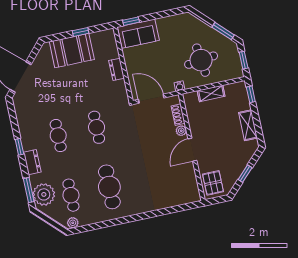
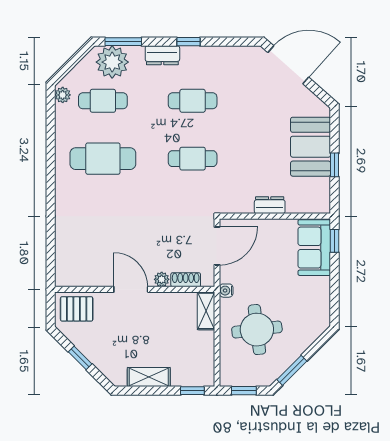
shelving: (211, 93) -> (206, 311), moved

